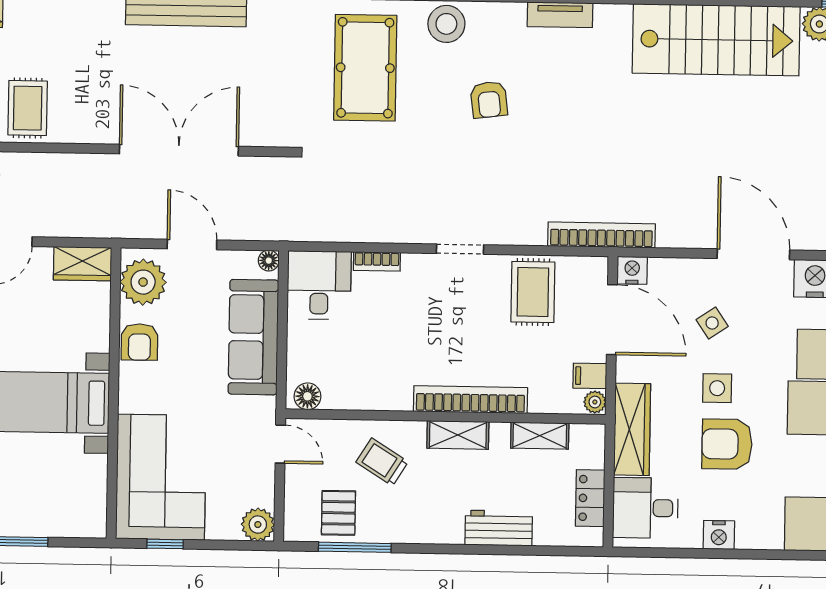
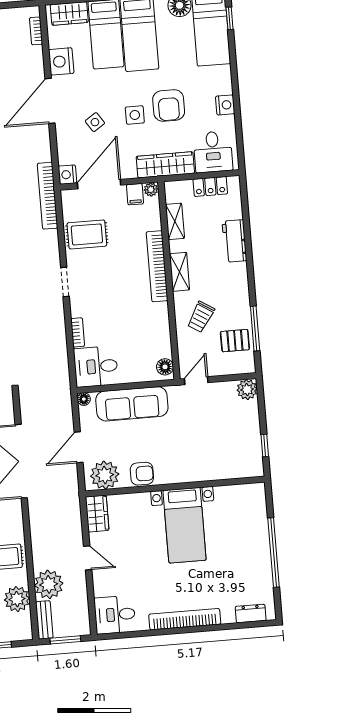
corner sofa: (161, 477) -> (224, 452), removed

